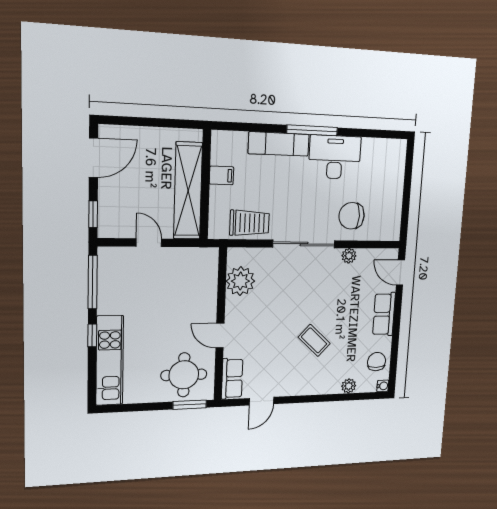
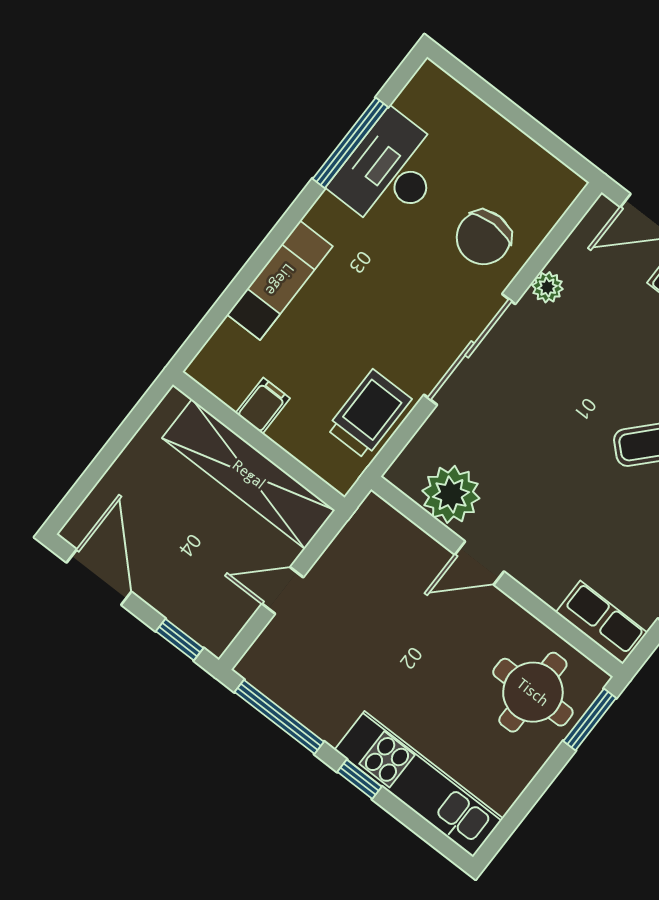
window: (312, 130) -> (350, 143), moved
desk: (335, 157) -> (390, 172), moved
door: (220, 336) -> (479, 563), moved

